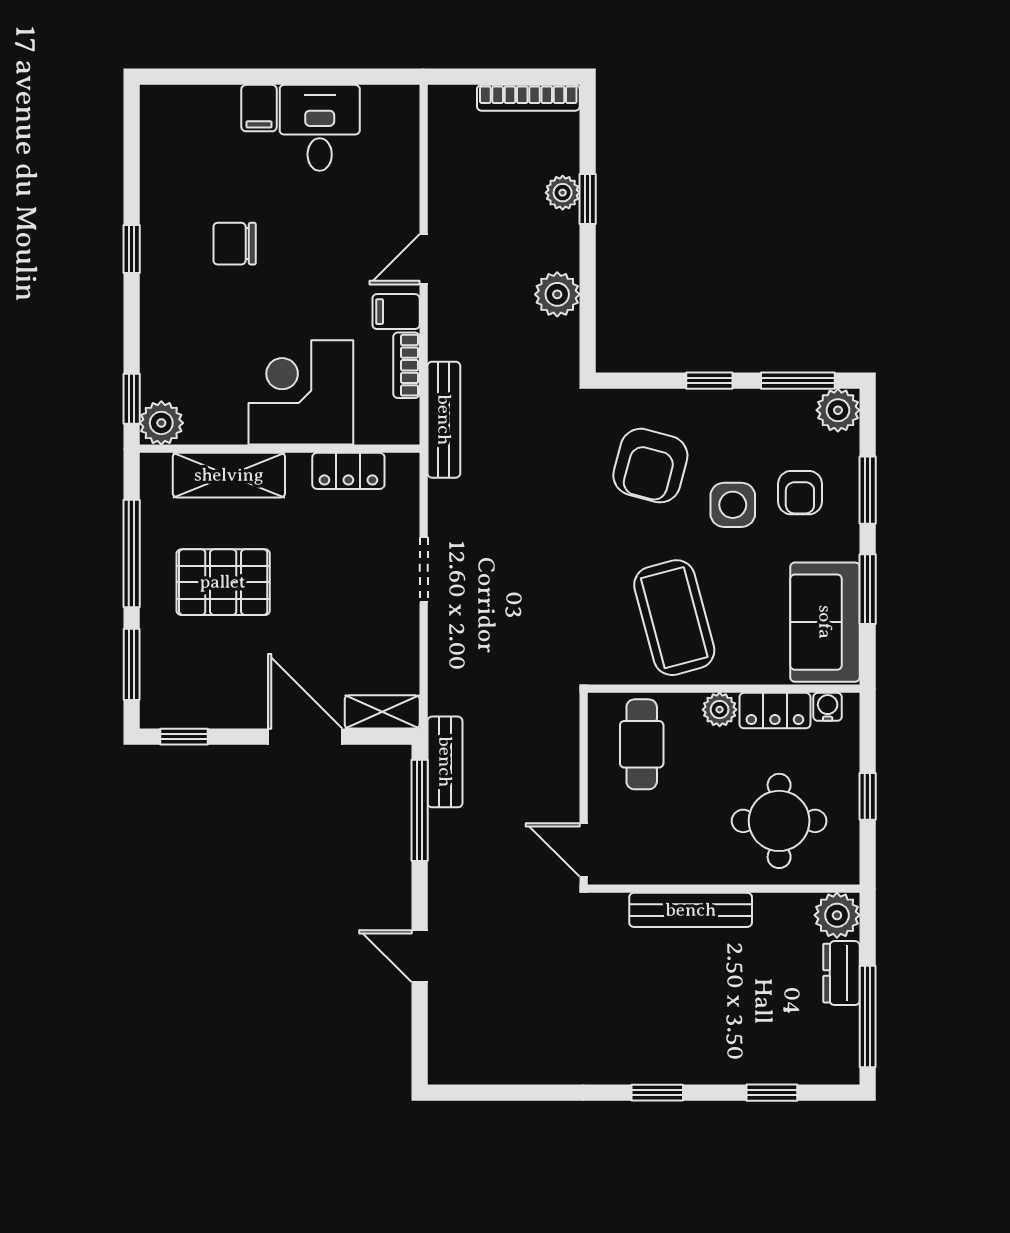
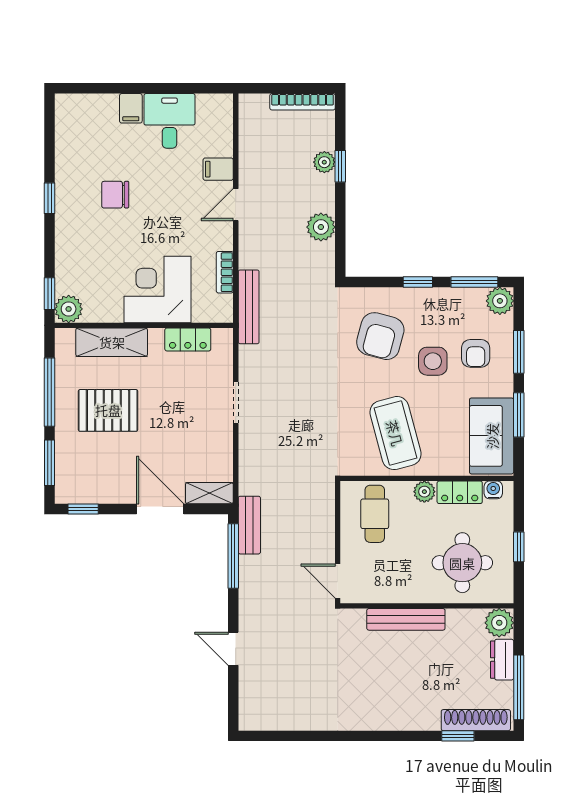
filing cabinet: (396, 312) -> (218, 169), moved
shoe rack: (800, 1068) -> (476, 720), added
window: (657, 1093) -> (385, 736), removed

